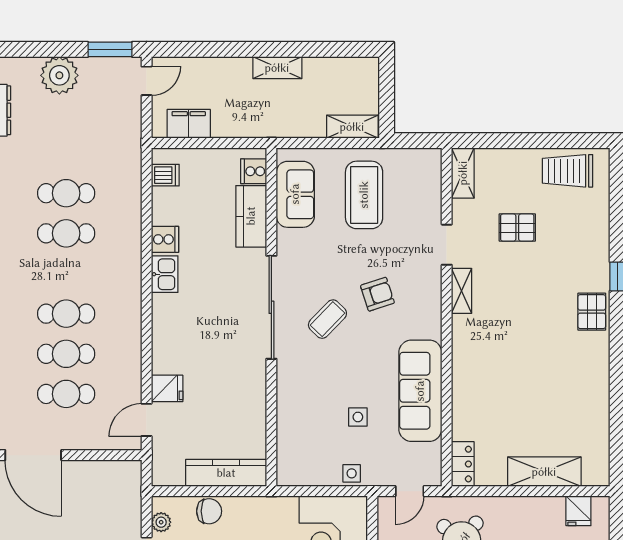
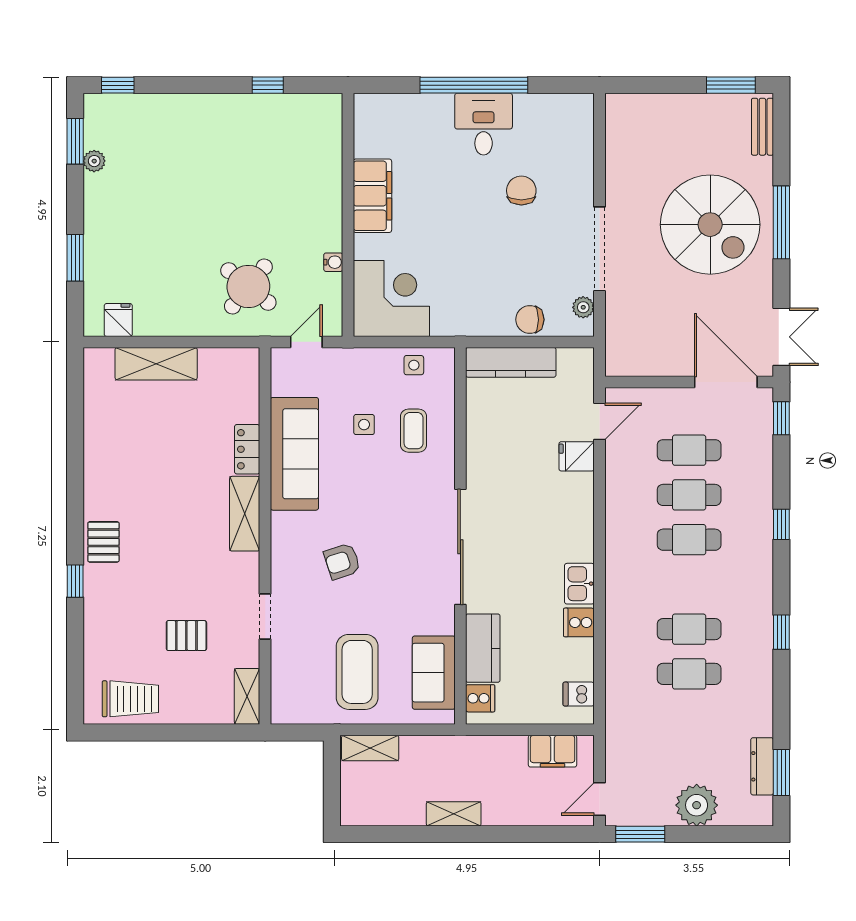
shelving: (462, 291) -> (245, 514), moved, width x1.50, depth x1.33
coffee table: (327, 319) -> (414, 431), moved, turned -44
locker: (463, 464) -> (247, 449), moved
side table: (352, 473) -> (414, 365), moved

